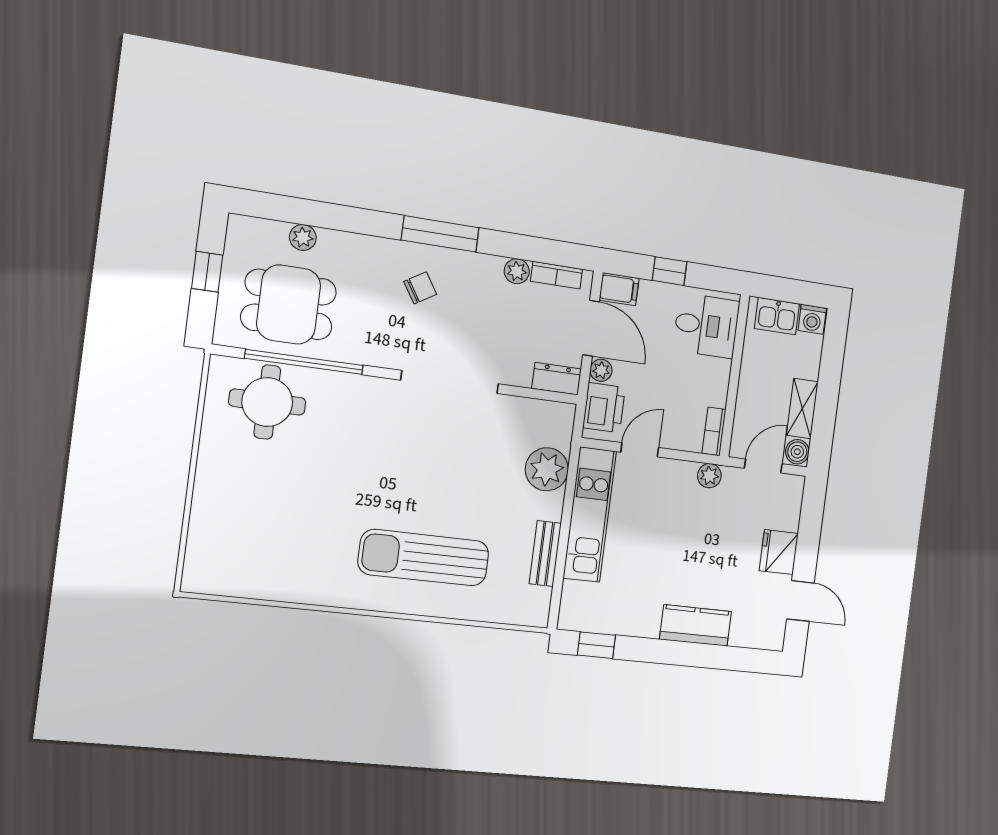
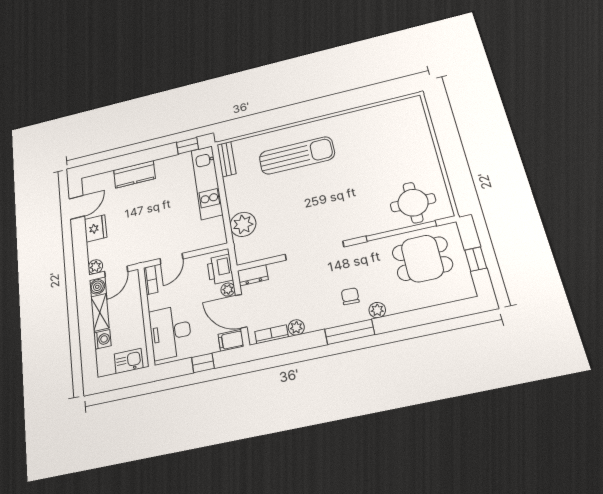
plant: (303, 237) -> (377, 310), moved
chair: (420, 288) -> (350, 296), turned 124
washing machine: (812, 319) -> (102, 339), moved, turned 90
desk: (706, 326) -> (170, 332), width x1.37
door: (640, 450) -> (171, 259), moved
plant: (709, 476) -> (95, 267), moved
kitchen unit: (590, 515) -> (207, 182), moved
bench: (545, 554) -> (227, 159), moved
door: (800, 601) -> (77, 207), swing flipped

